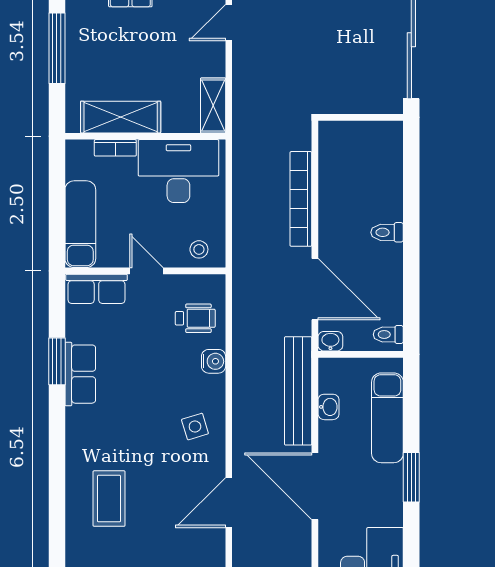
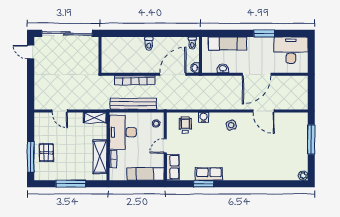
bench: (298, 391) -> (133, 104), moved
window: (411, 477) -> (264, 33), moved
coffee table: (109, 499) -> (262, 162), removed

